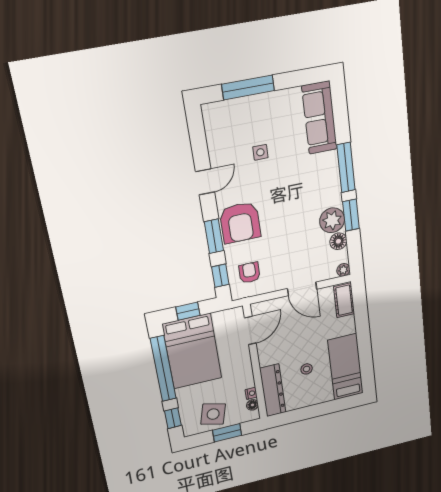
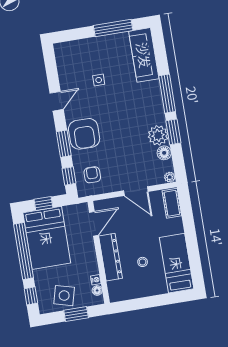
window: (248, 87) -> (113, 28), moved
dresser: (273, 390) -> (111, 257), moved

